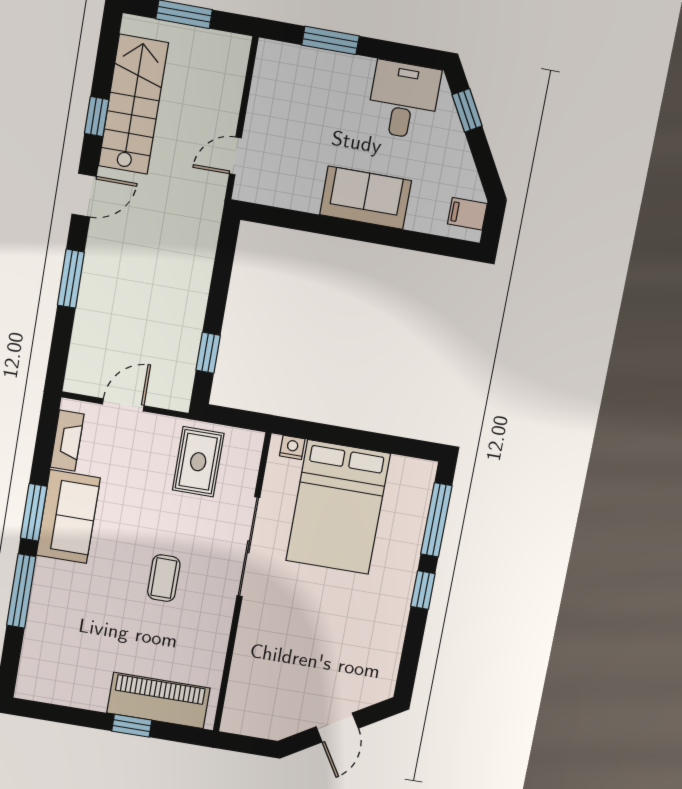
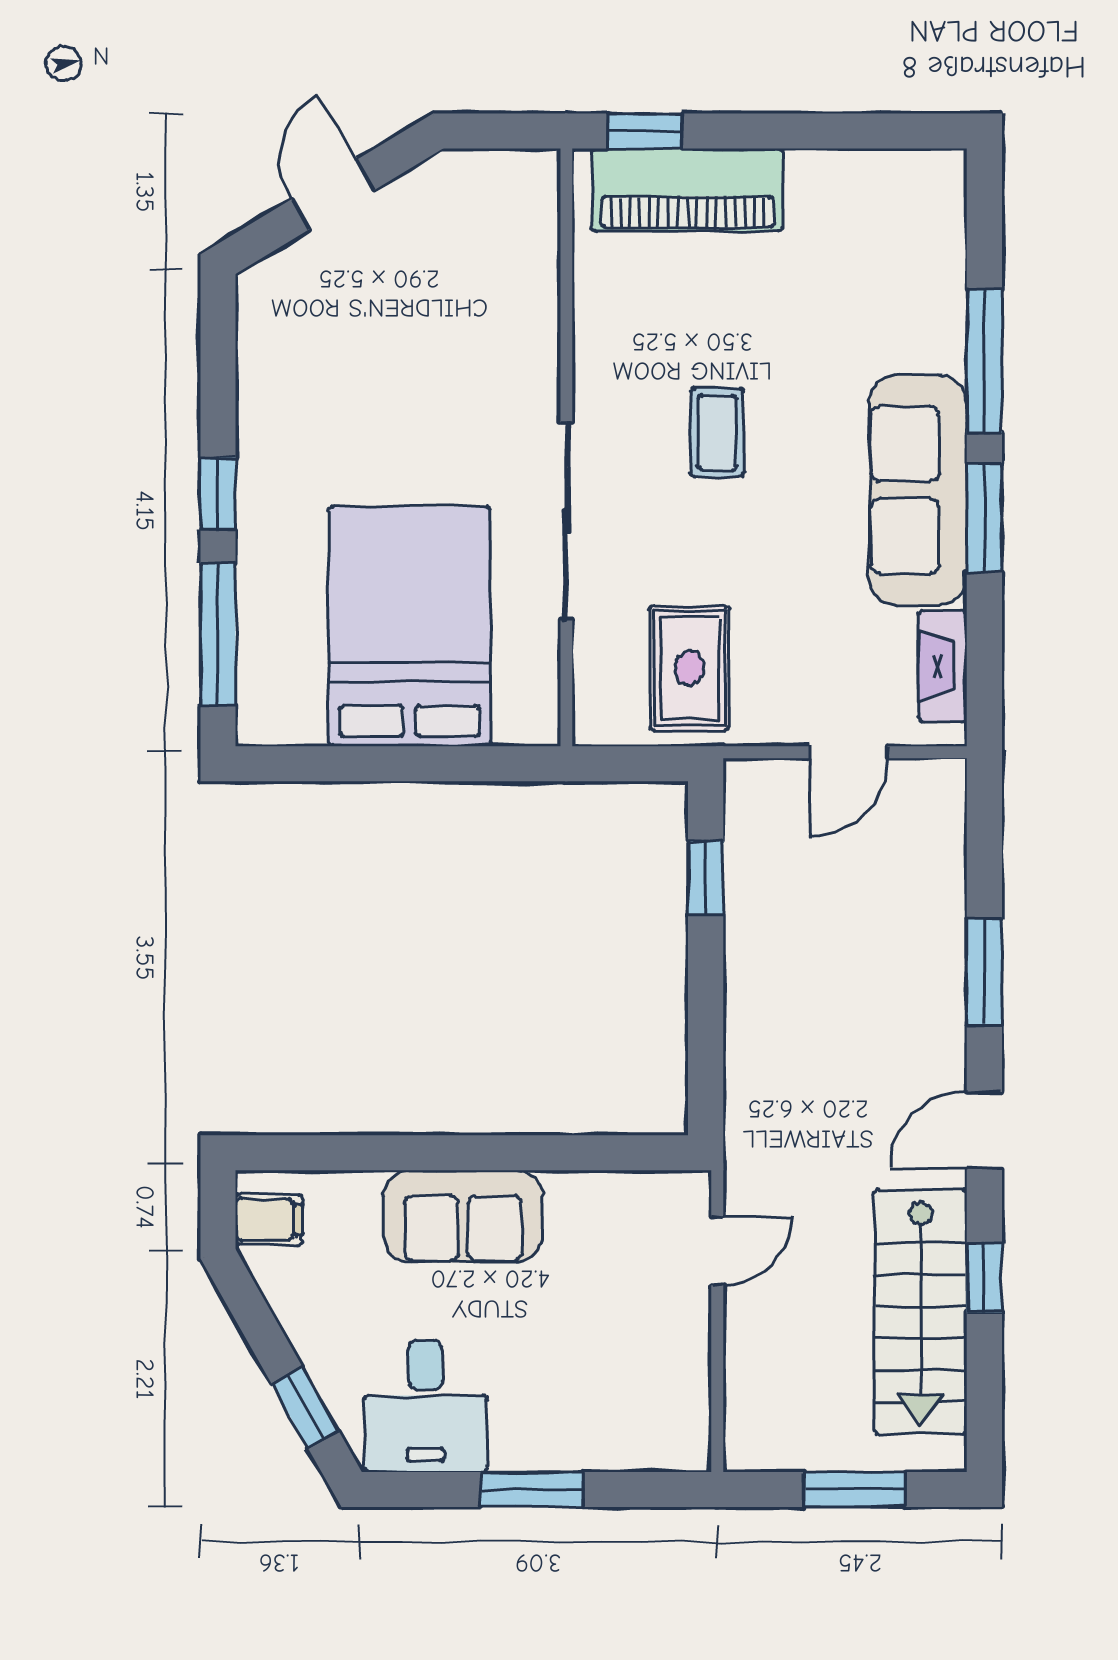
window: (330, 40) -> (532, 1490), moved
nightstand: (292, 447) -> (516, 726), removed
sofa: (68, 517) -> (918, 490), width x1.36
window: (132, 726) -> (645, 131), moved

